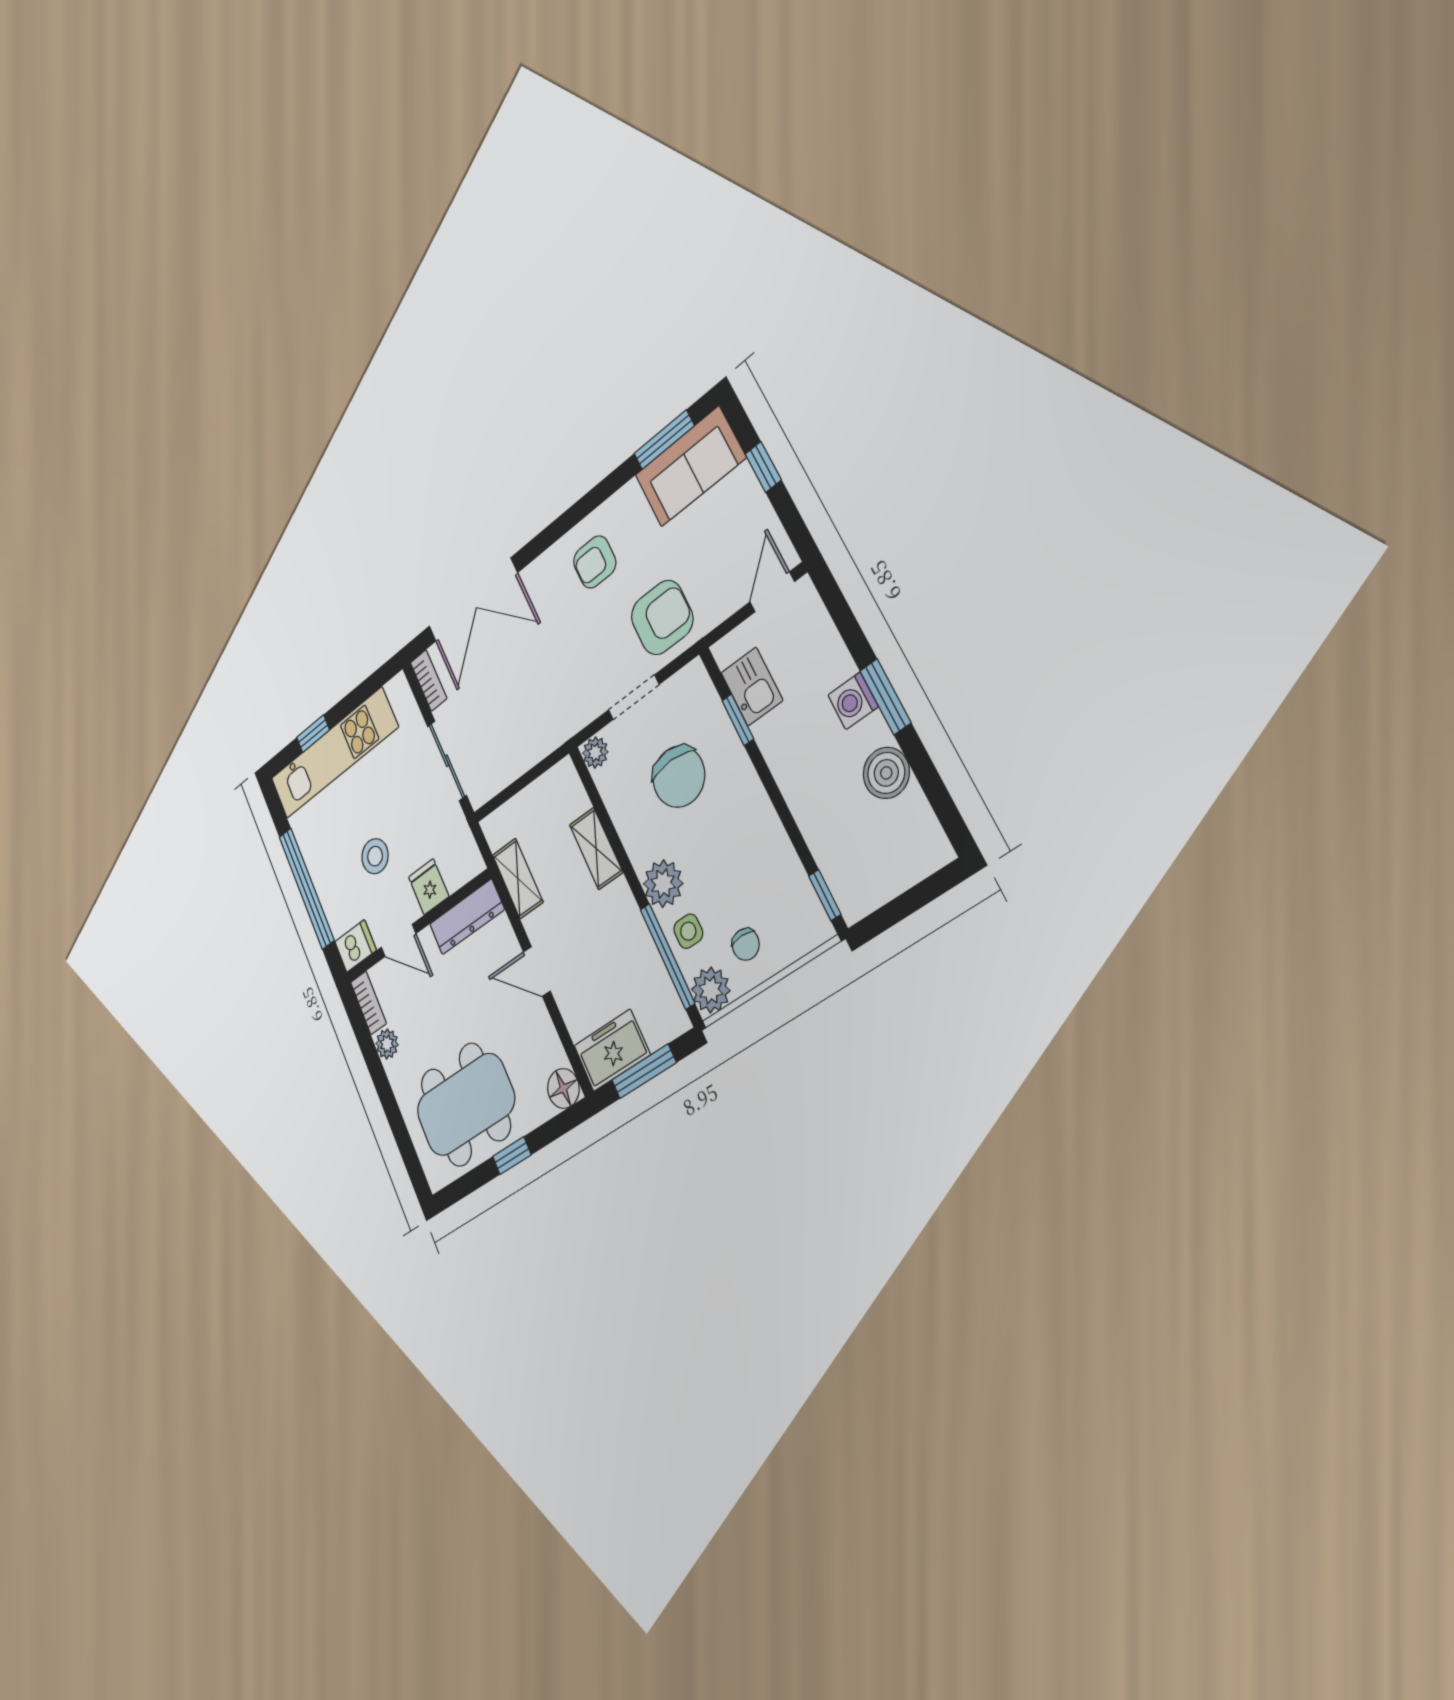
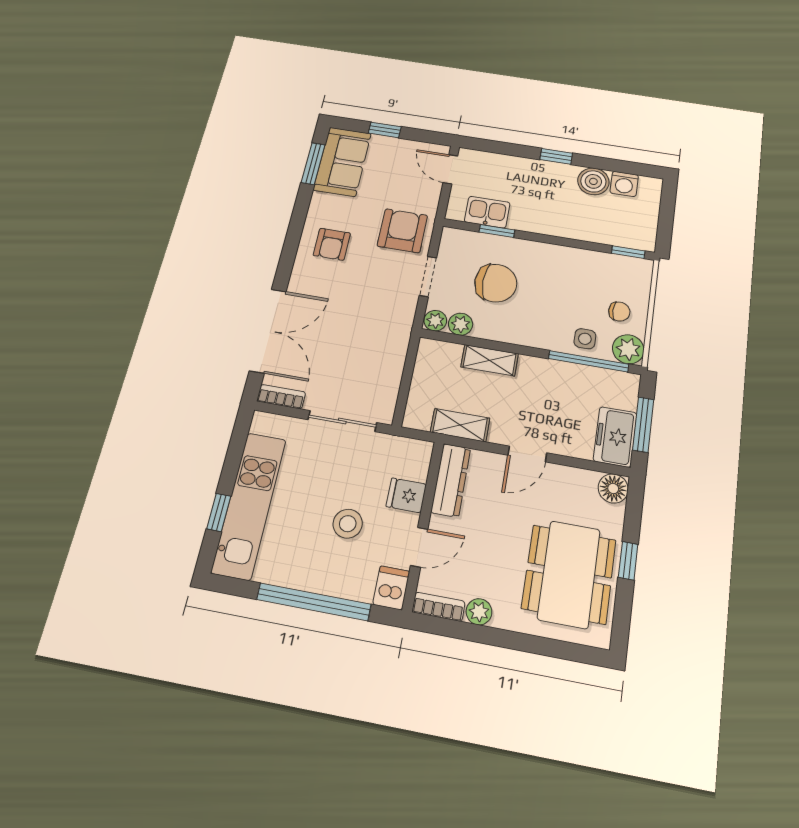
window: (885, 697) -> (556, 156), width x0.67
washing machine: (853, 701) -> (624, 184), moved
plant: (663, 884) -> (461, 324), moved, width x0.73, depth x0.73

